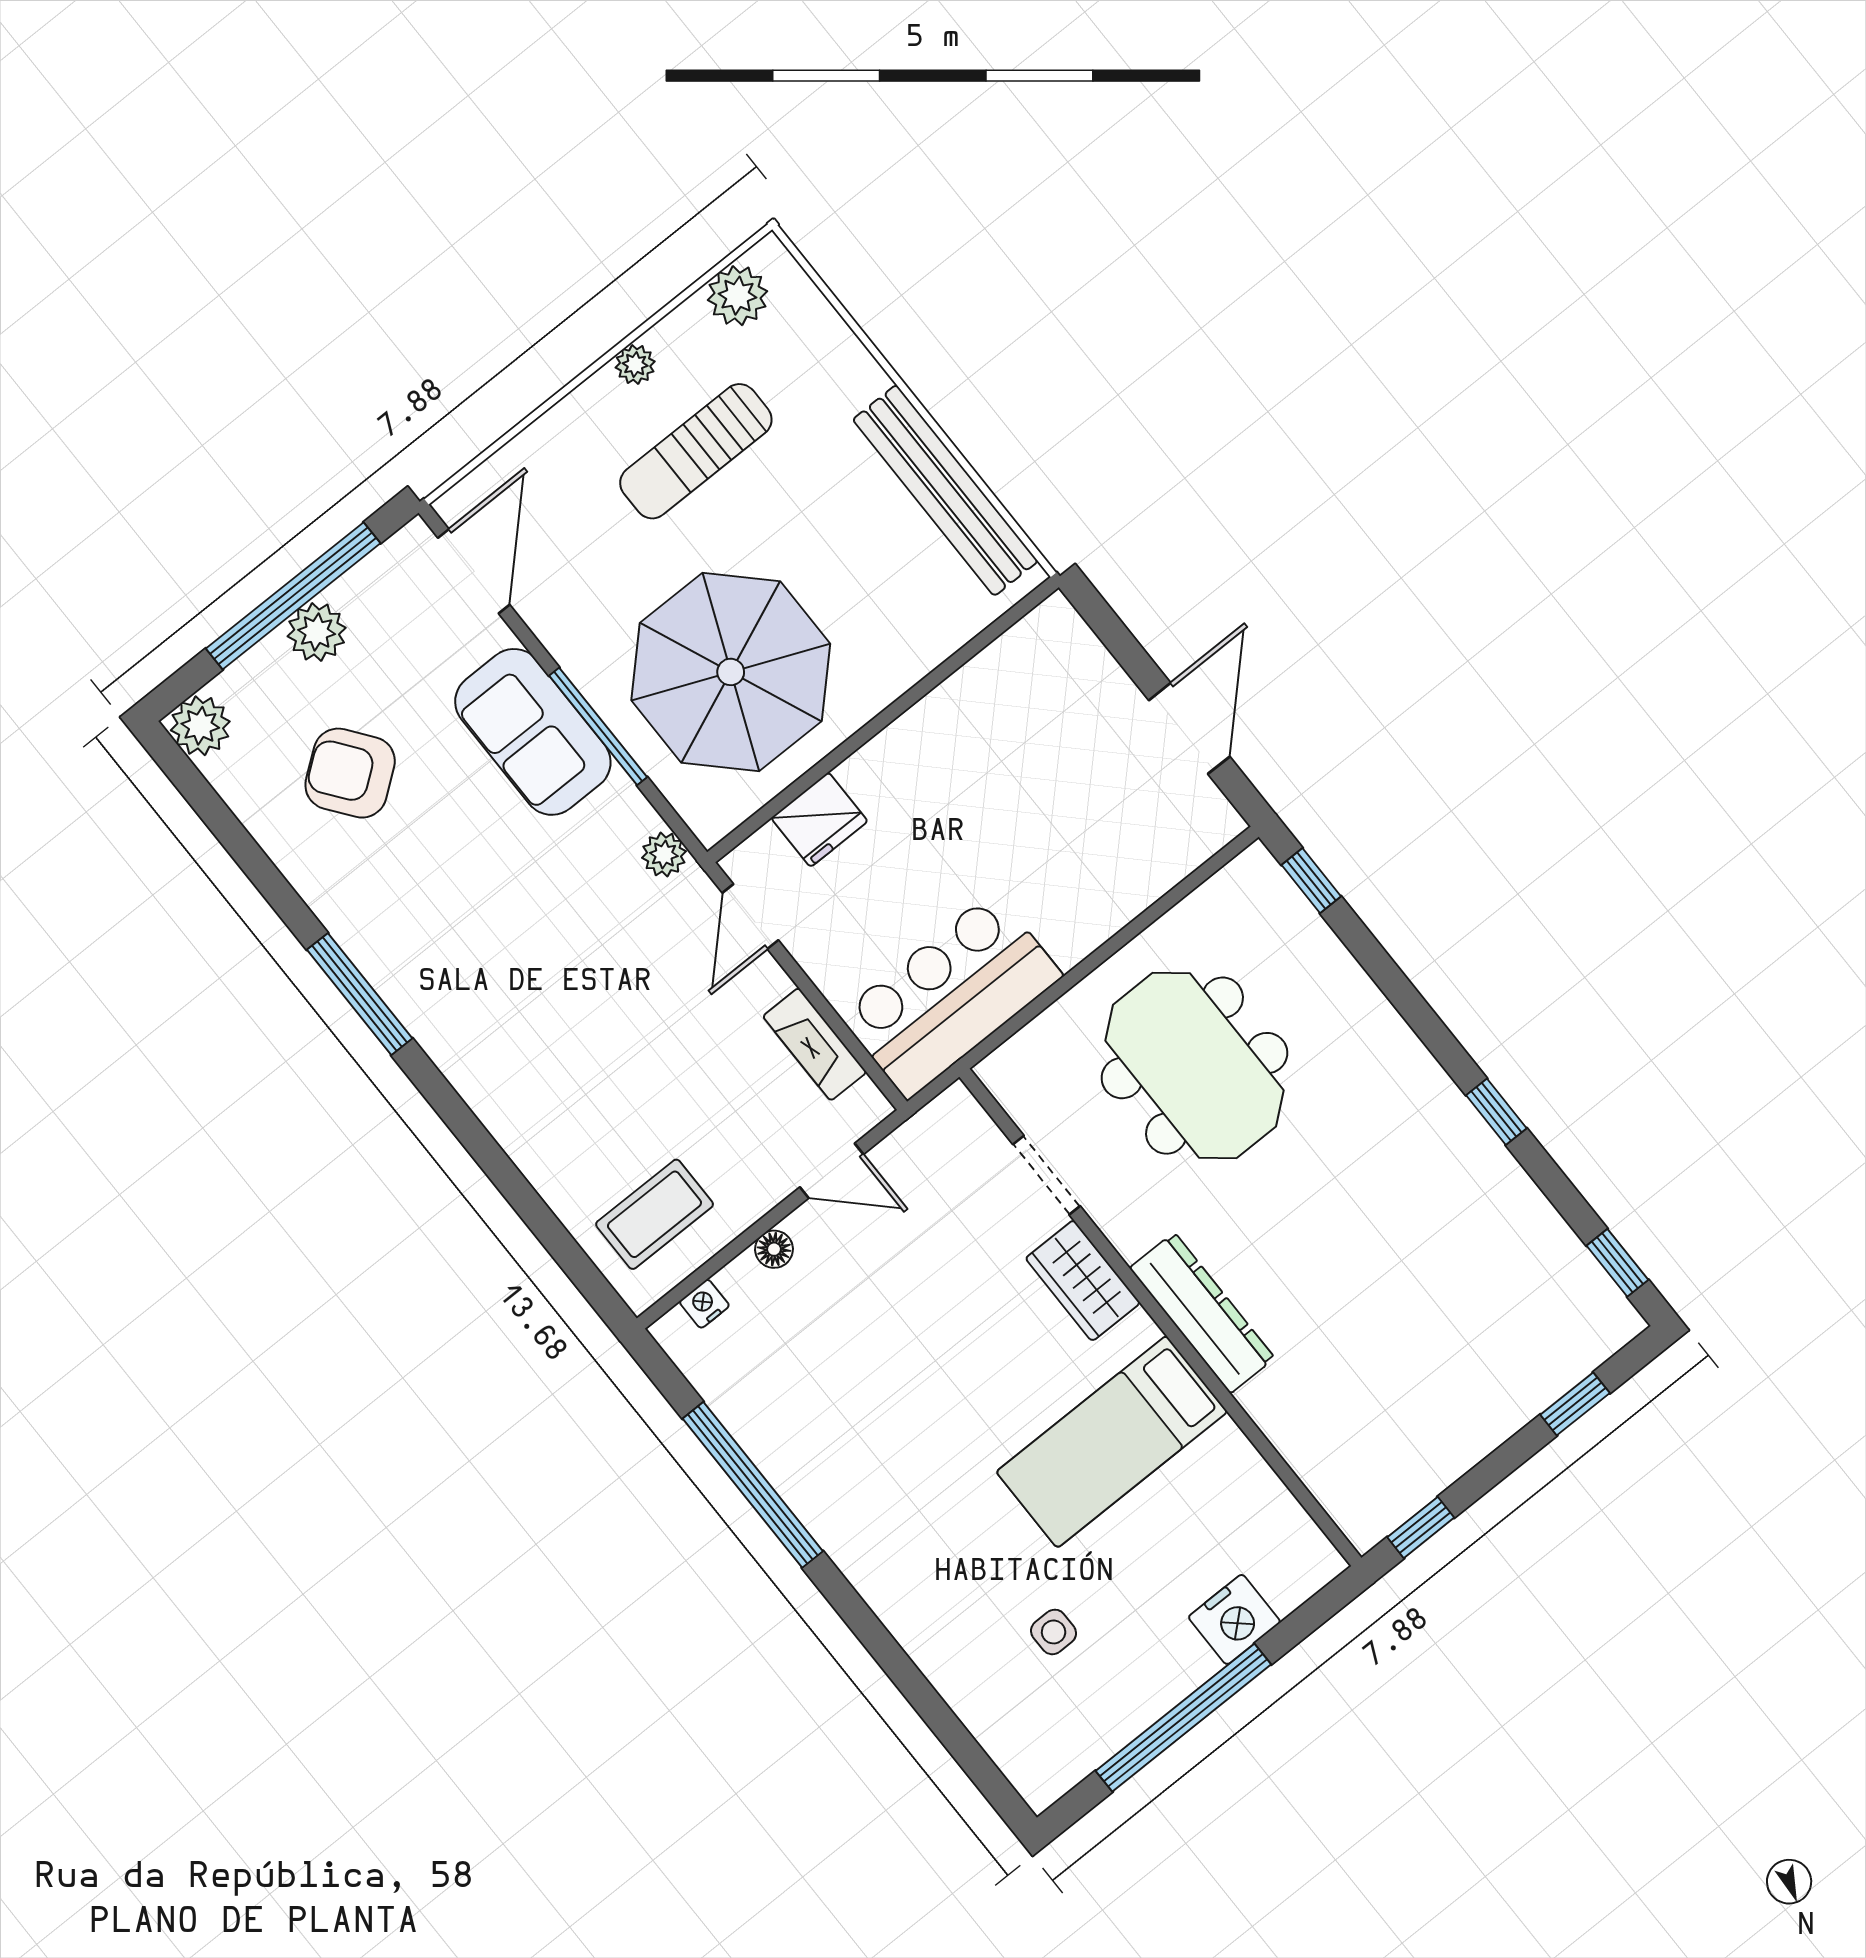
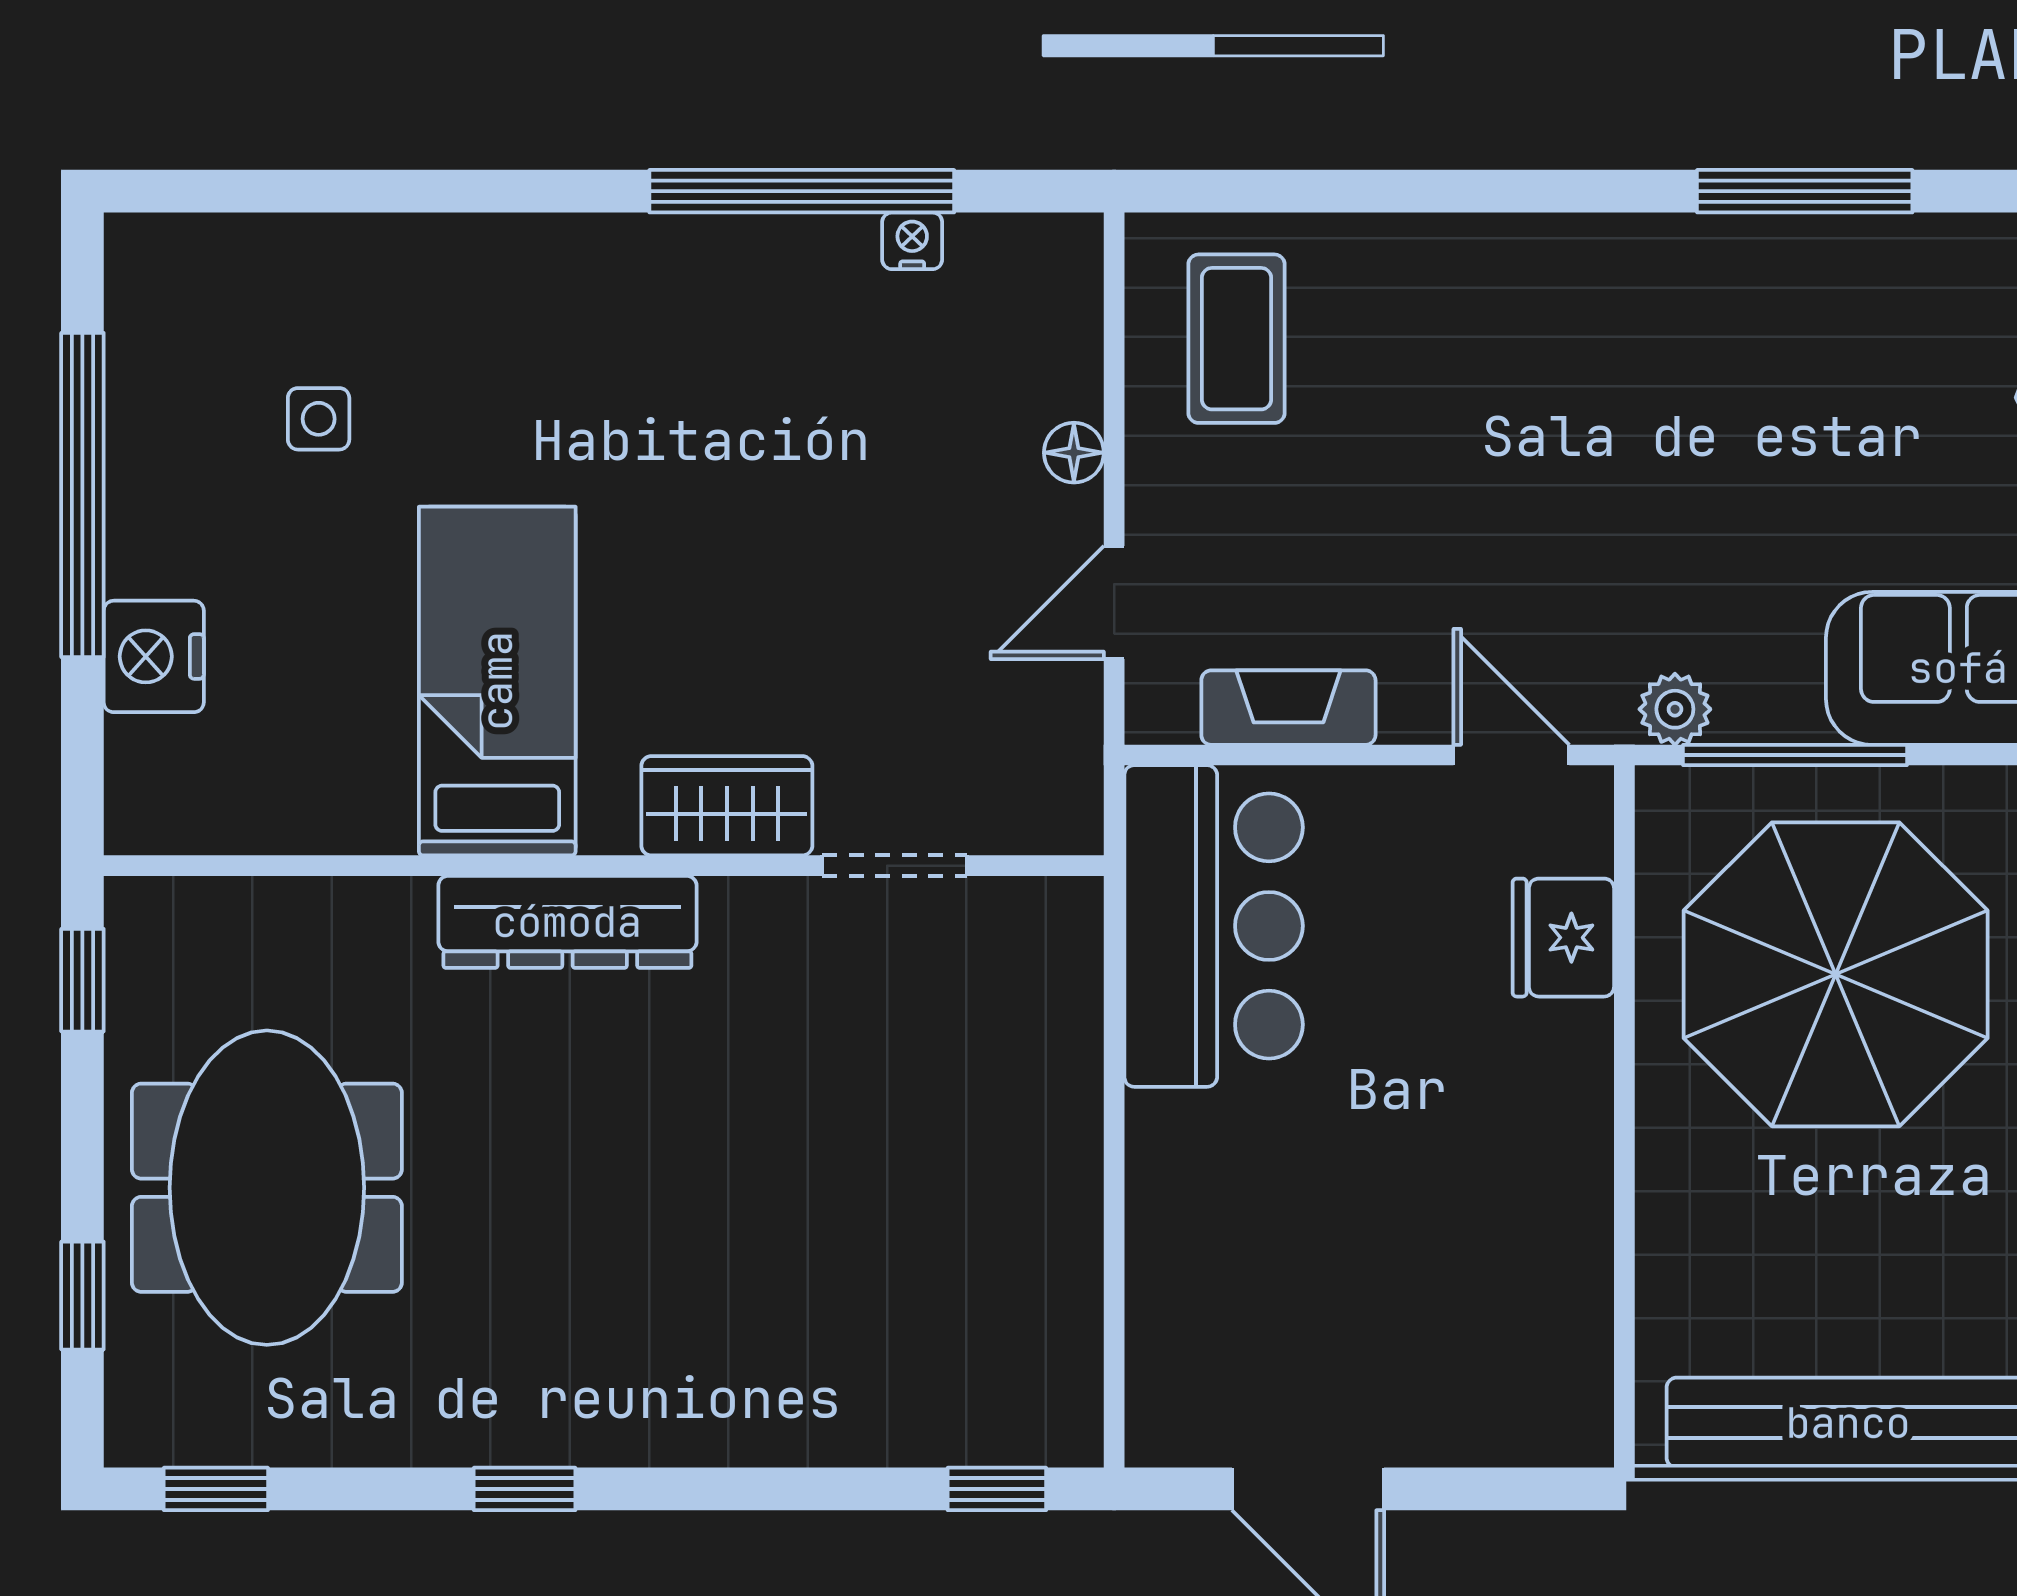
window: (598, 726) -> (1795, 755), moved
meeting table: (1194, 1066) -> (267, 1188), moved, turned 90
nightstand: (704, 1304) -> (912, 241), moved, turned -90

